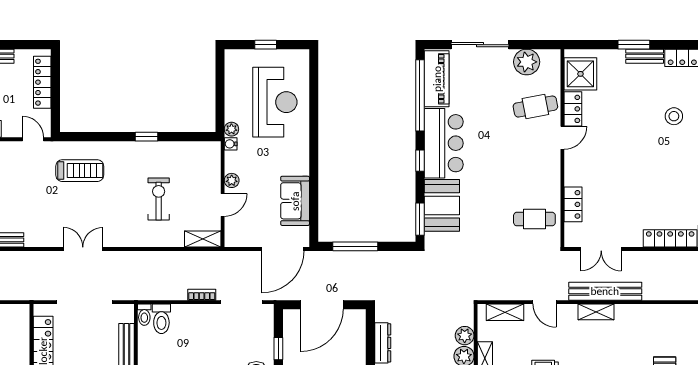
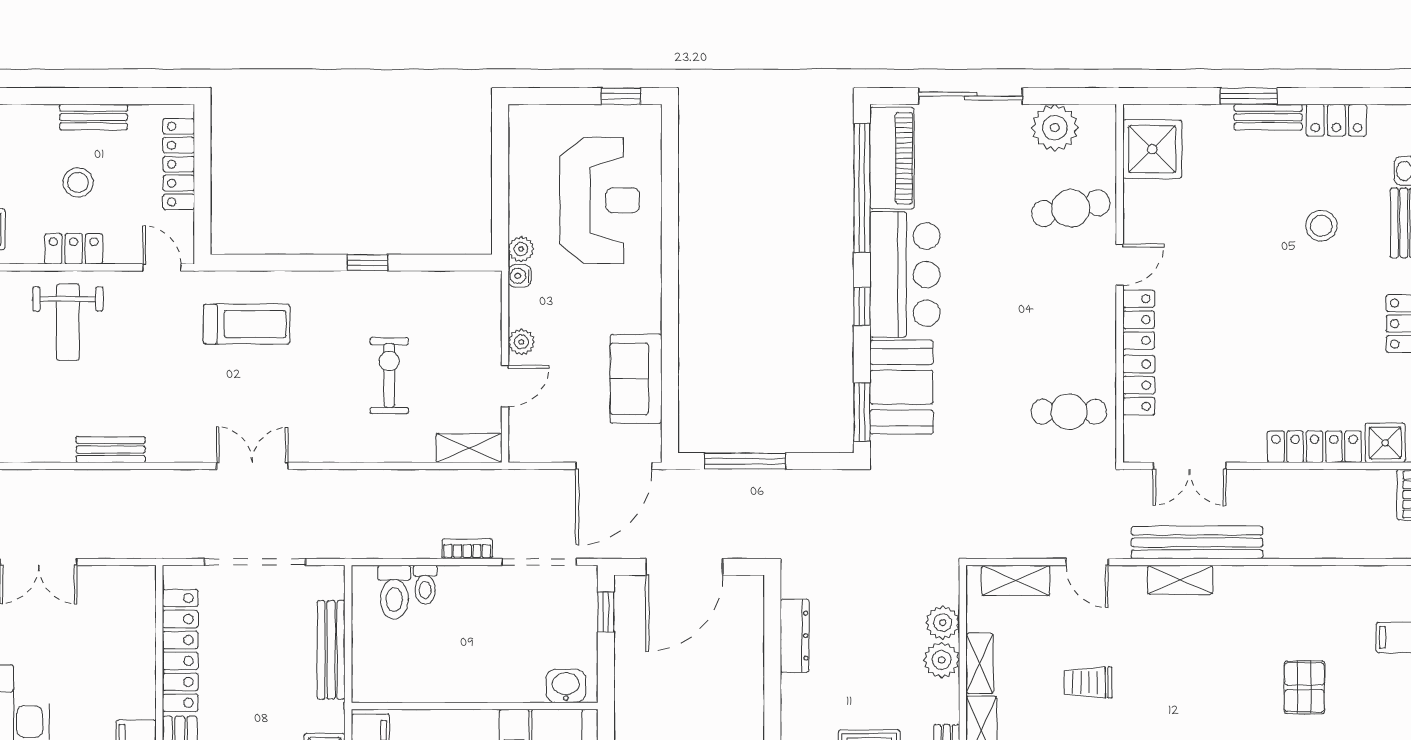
window: (266, 45) -> (621, 96), moved
locker: (573, 109) -> (1139, 320), moved
toilet: (144, 315) -> (425, 585), moved
window: (278, 349) -> (606, 612), moved

